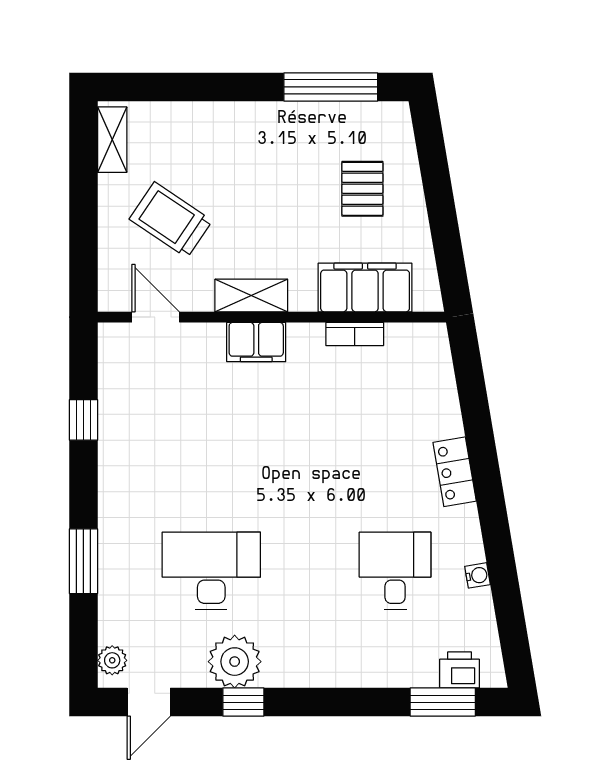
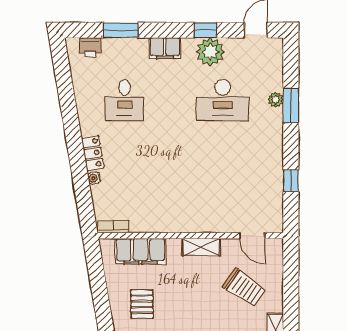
bookcase: (355, 334) -> (113, 227), moved
filing cabinet: (256, 342) -> (165, 48), moved, turned 180
water cooler: (478, 575) -> (94, 178), moved
plant: (112, 660) -> (276, 100), moved
window: (443, 702) -> (121, 30), moved

